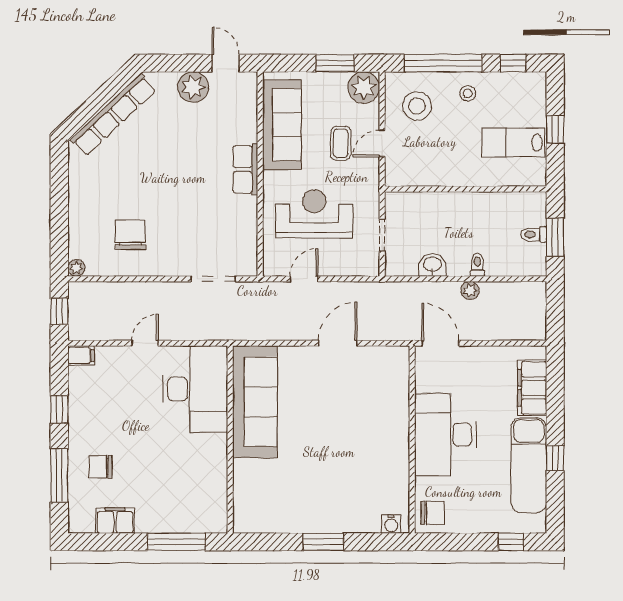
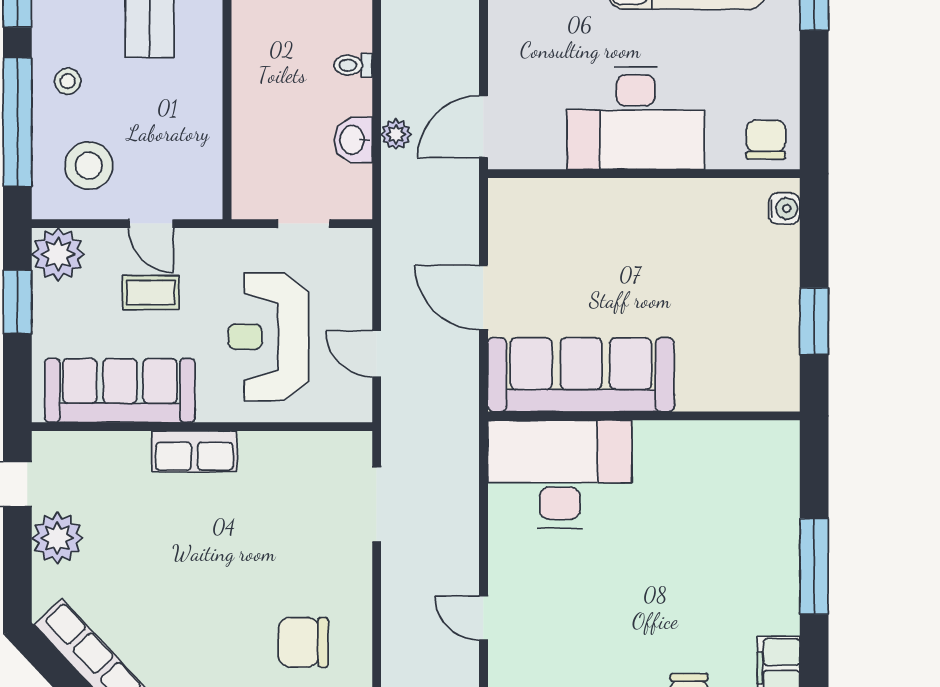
plant: (470, 291) -> (396, 134), moved
desk: (195, 389) -> (560, 474), moved
sofa: (255, 402) -> (581, 375), moved
wall: (230, 440) -> (644, 416), moved

